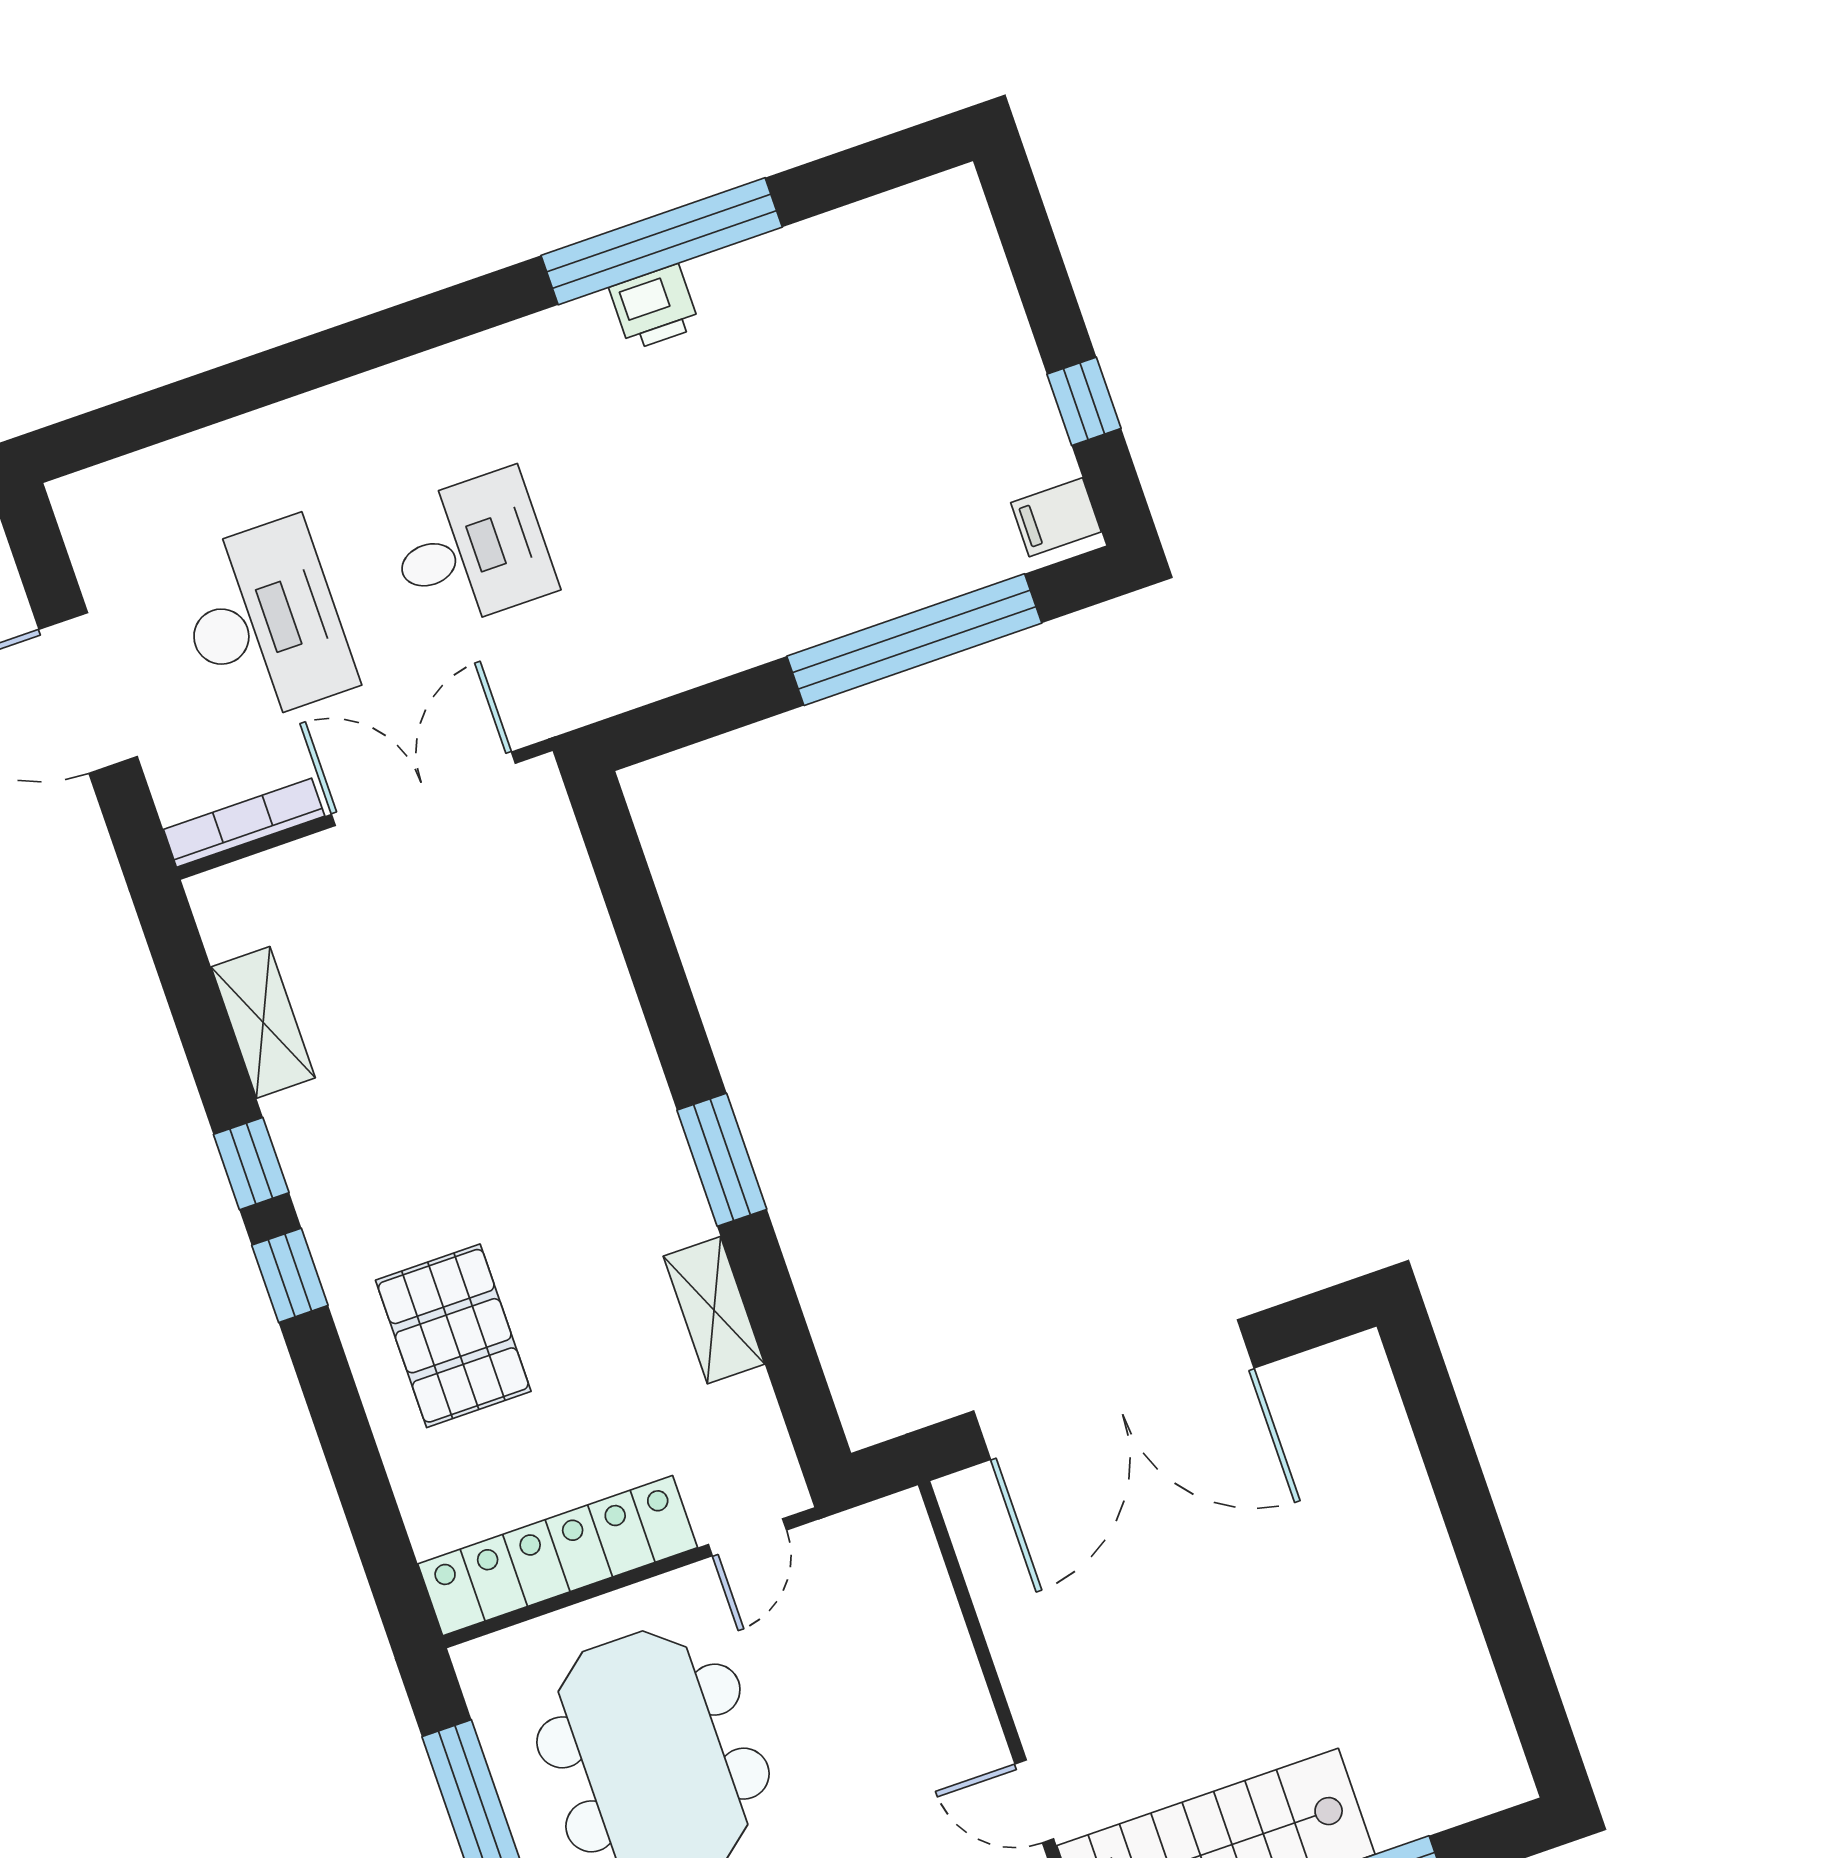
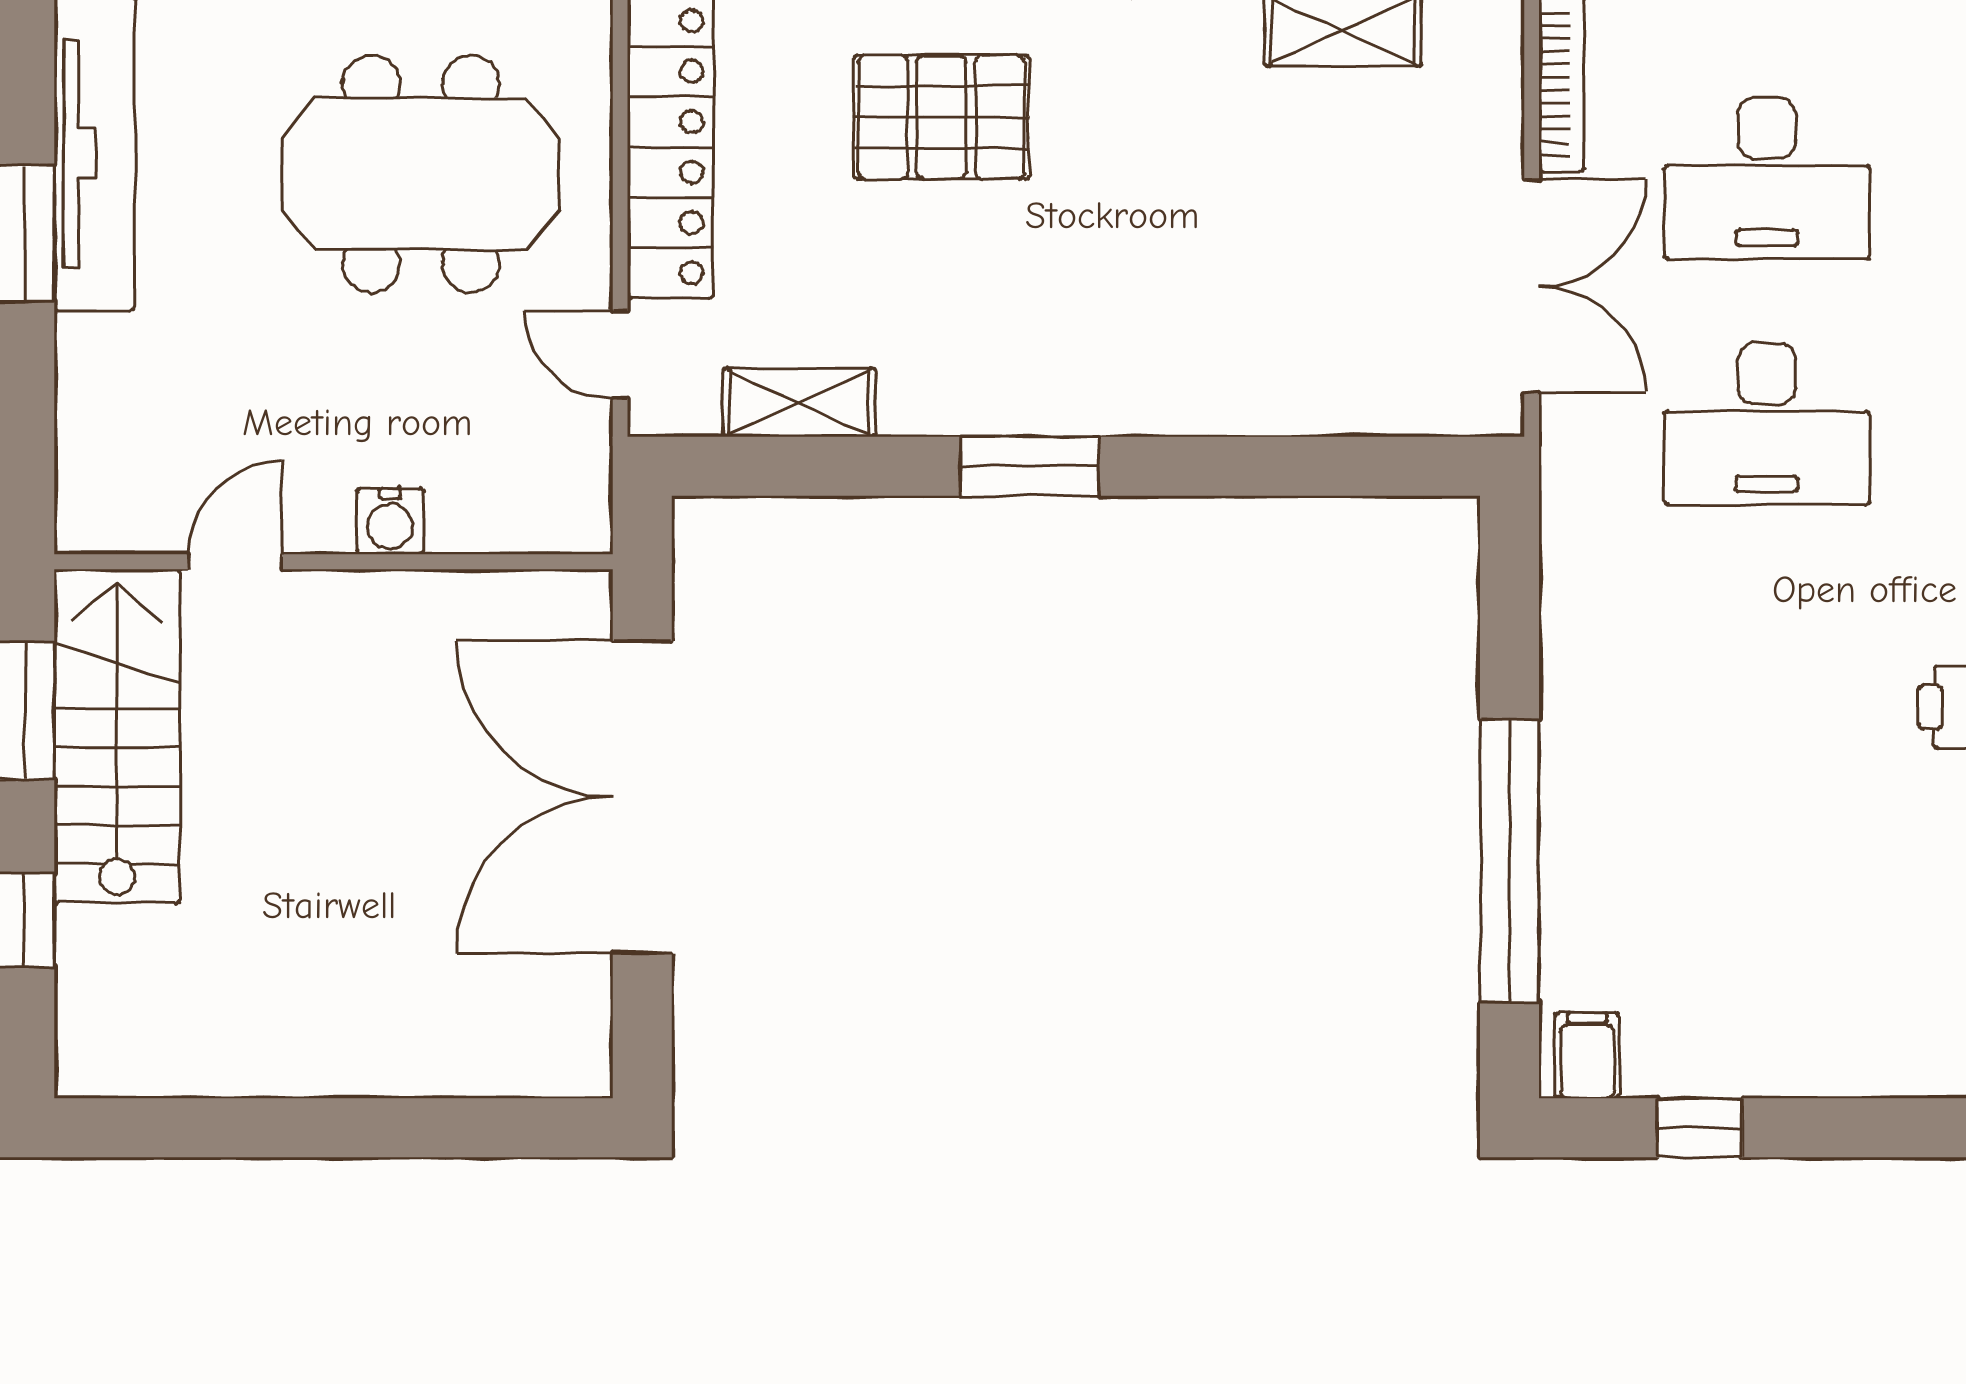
desk: (471, 550) -> (1767, 424), width x1.37
shelving: (714, 1310) -> (799, 403), moved
water cooler: (955, 1683) -> (390, 521), added

